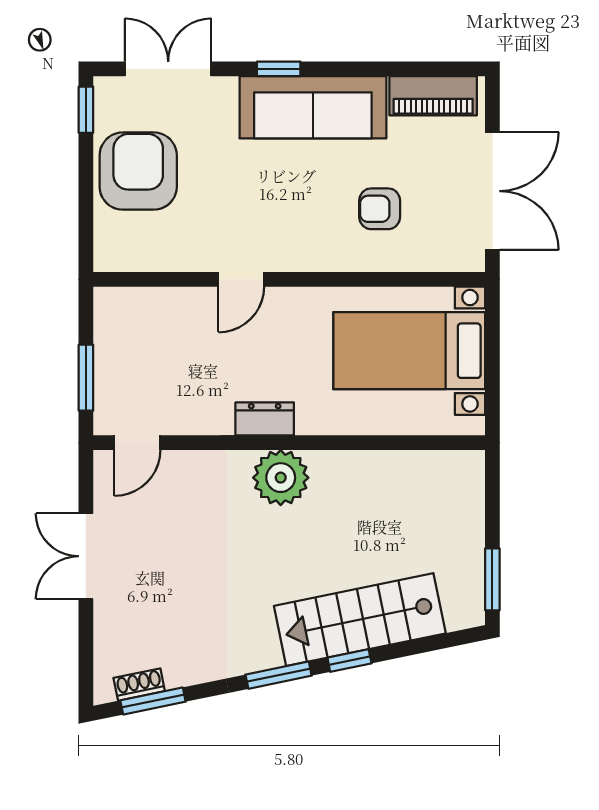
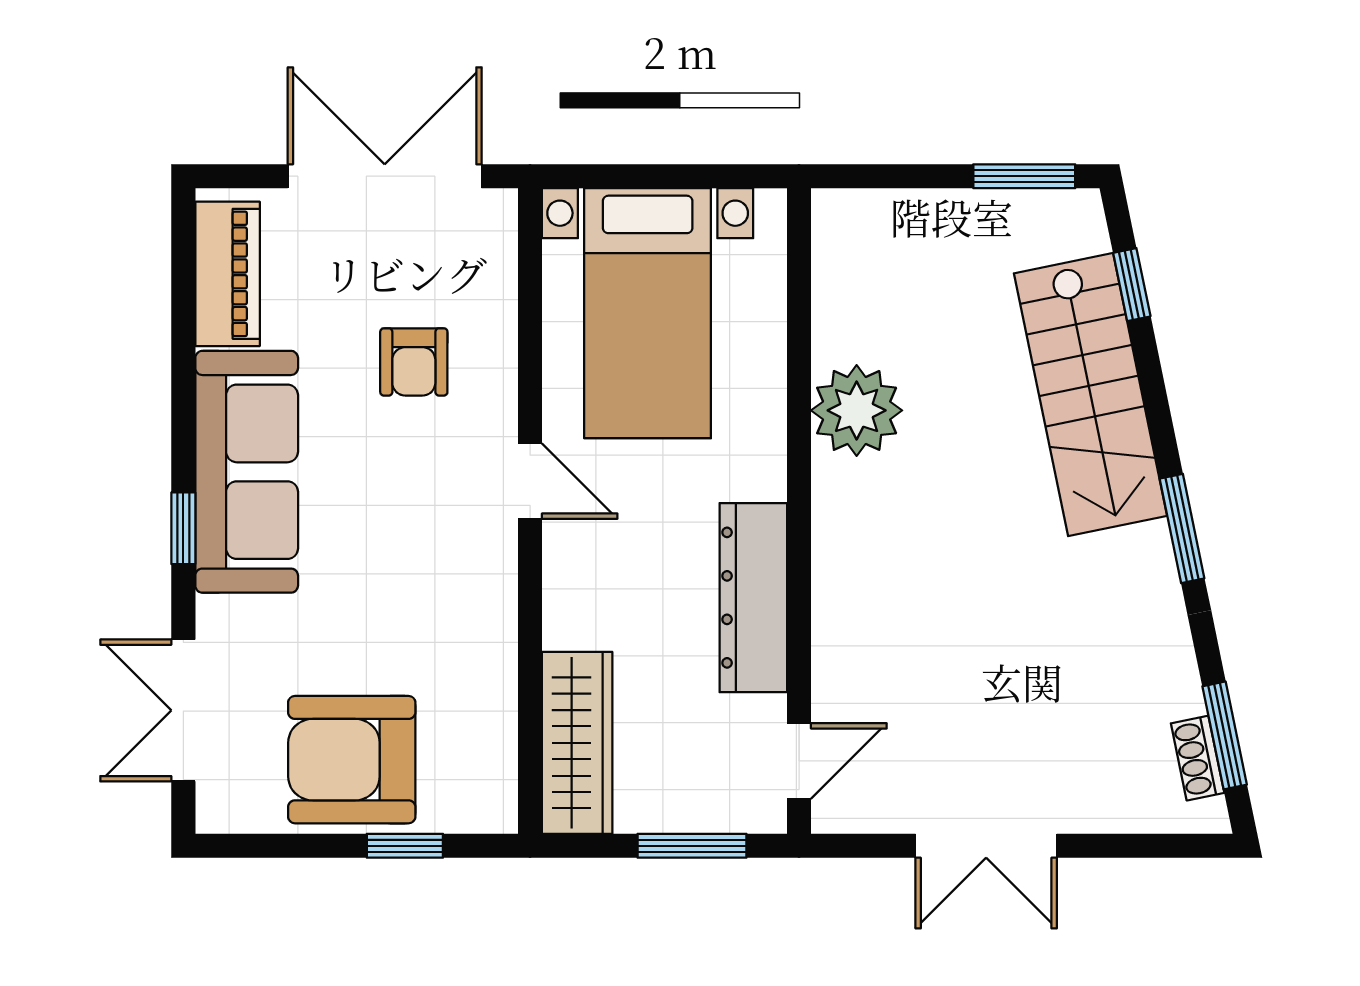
window: (86, 110) -> (405, 846), moved
door: (241, 279) -> (530, 481), moved
wardrobe: (148, 308) -> (577, 743), added
dresser: (265, 419) -> (753, 598), width x1.96, depth x1.24
door: (137, 443) -> (799, 761), hinge flipped
plant: (281, 478) -> (857, 410), moved
window: (349, 661) -> (1132, 285), moved

